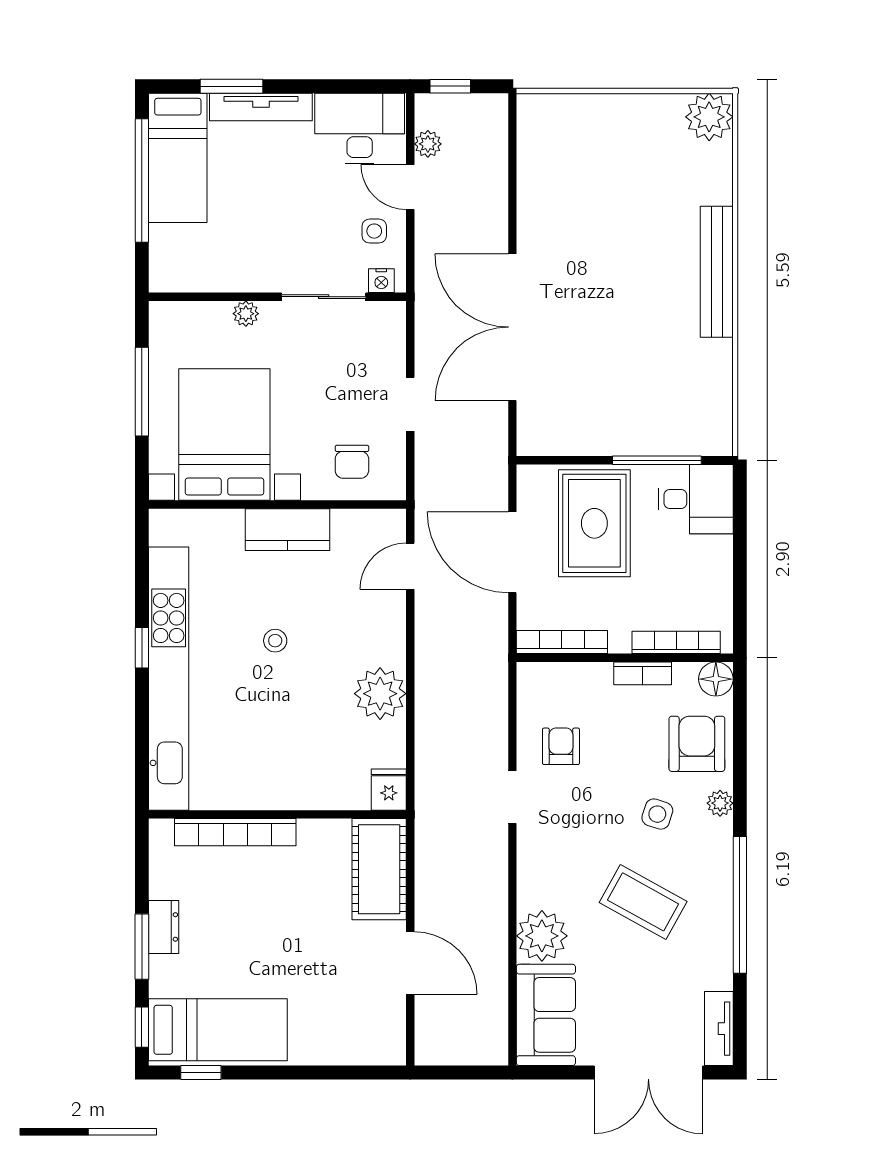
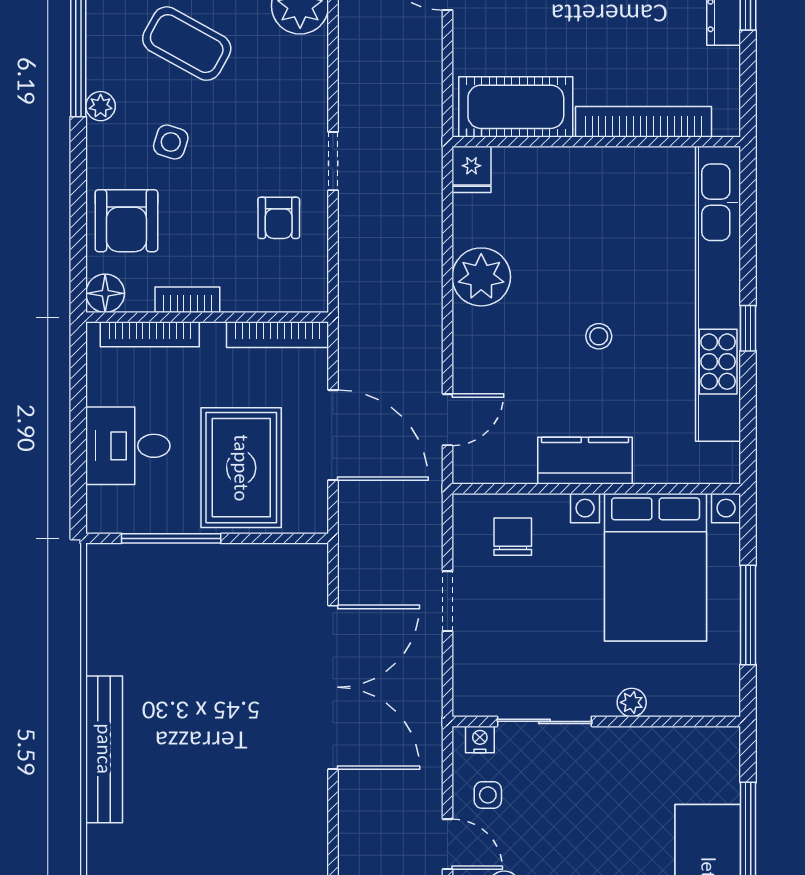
desk: (696, 499) -> (128, 446), moved
plant: (720, 803) -> (101, 106), moved
cot: (379, 869) -> (516, 107), moved, turned 90

